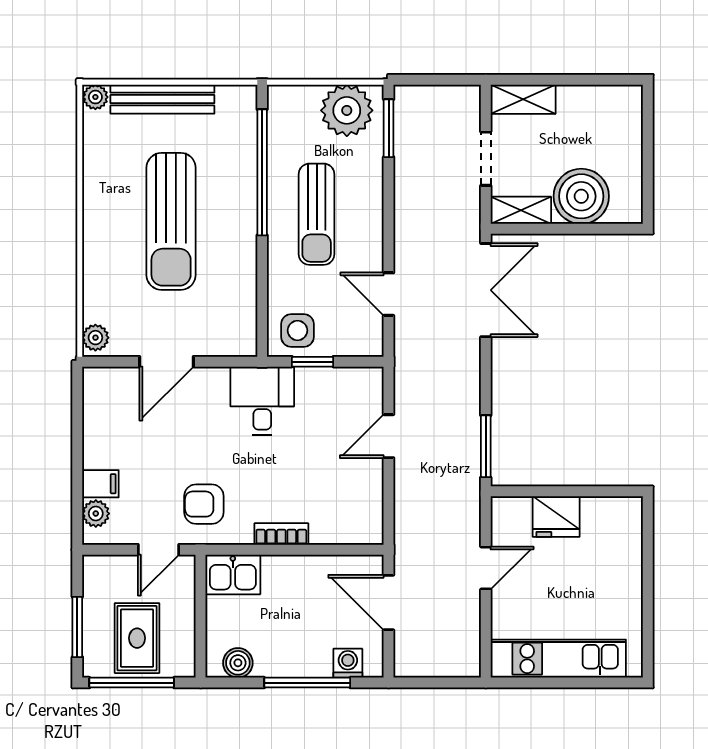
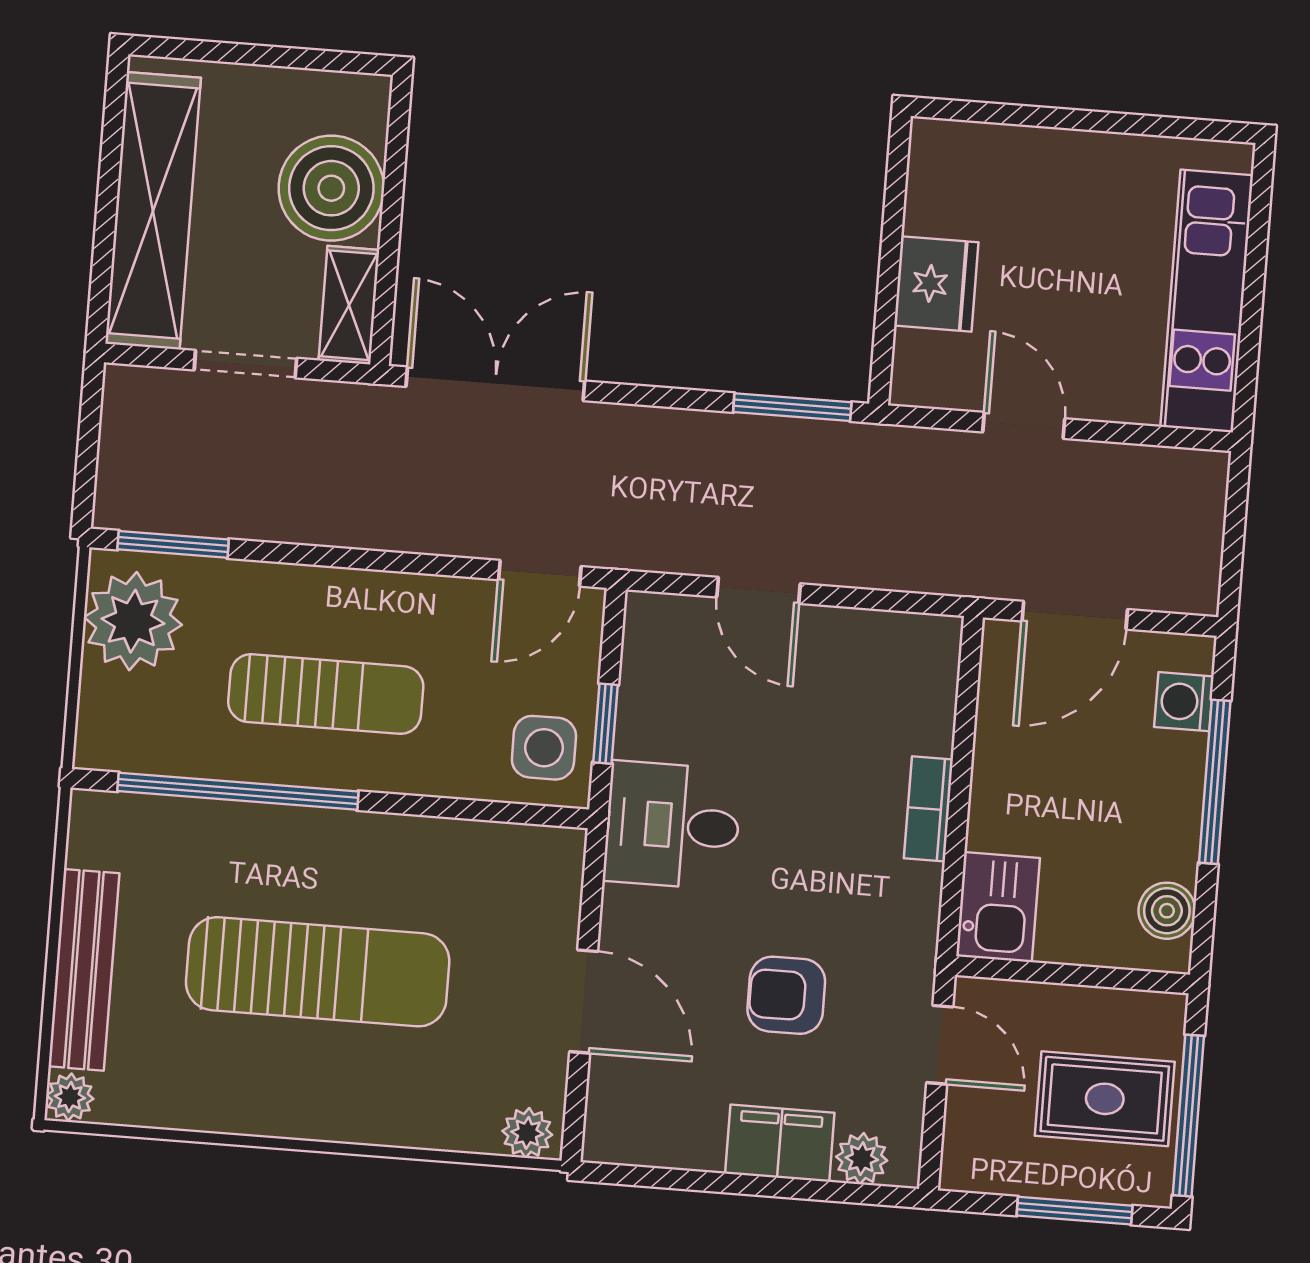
shelving: (523, 99) -> (153, 211), width x2.20, depth x1.33
door: (389, 294) -> (540, 573), moved
filing cabinet: (100, 484) -> (780, 1143), width x2.00
armchair: (204, 504) -> (786, 995), moved, turned 90

